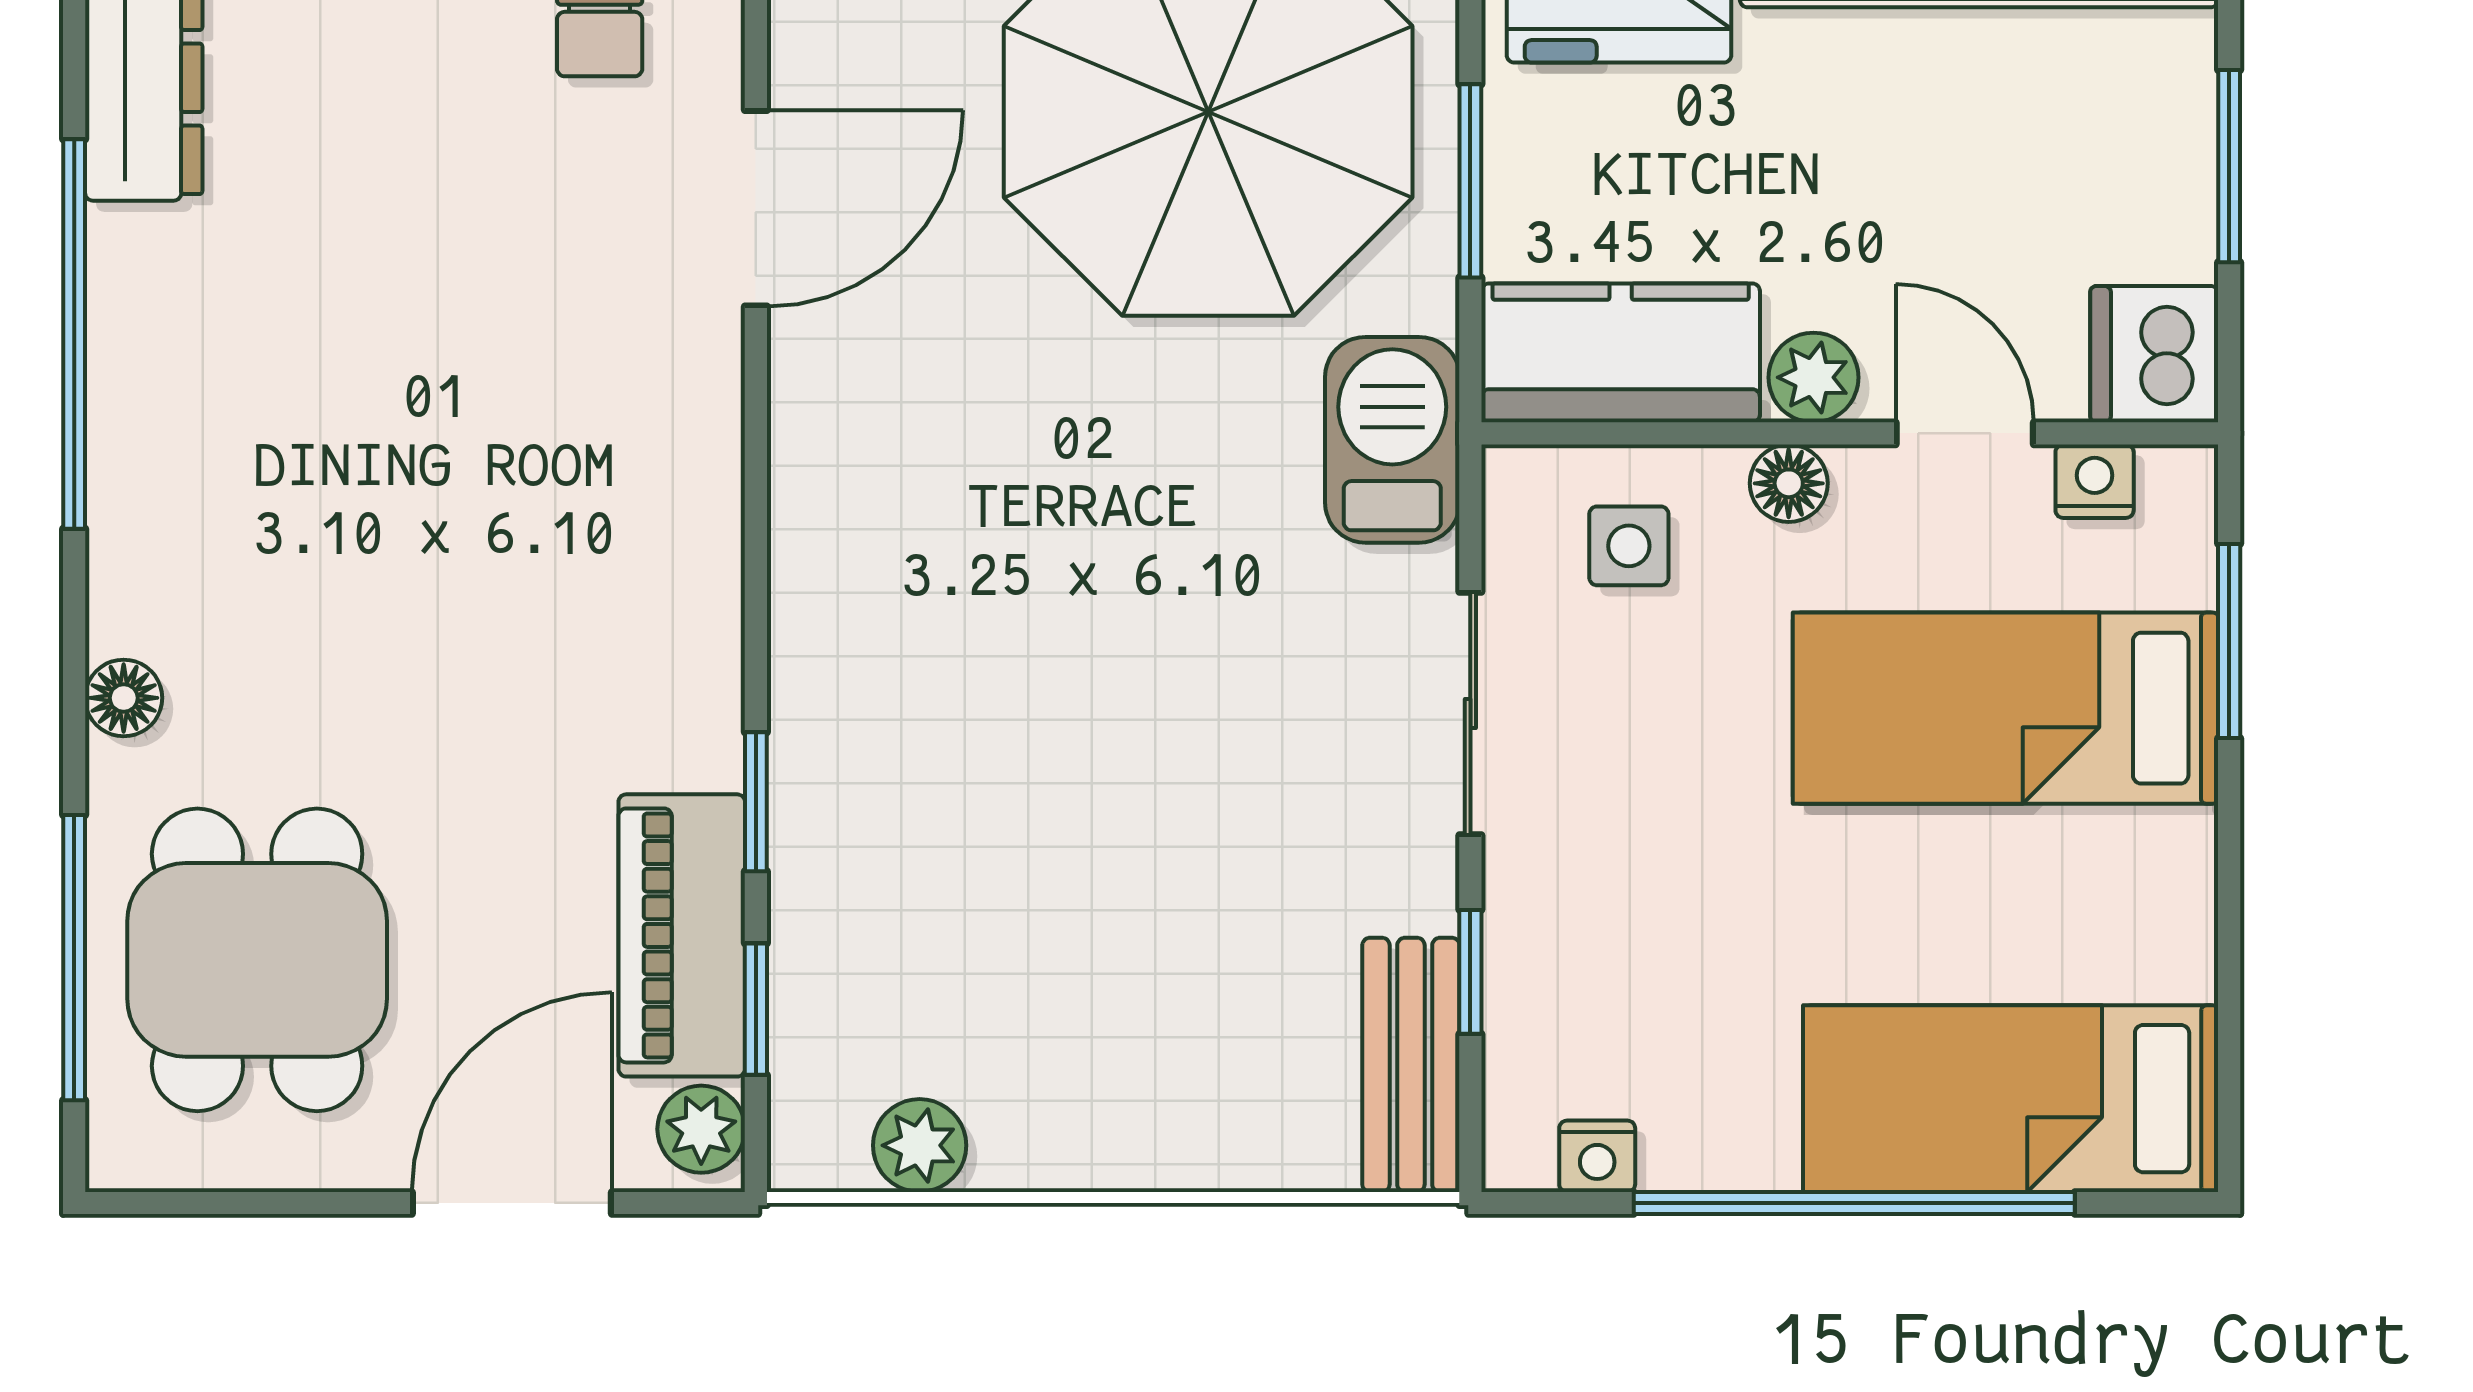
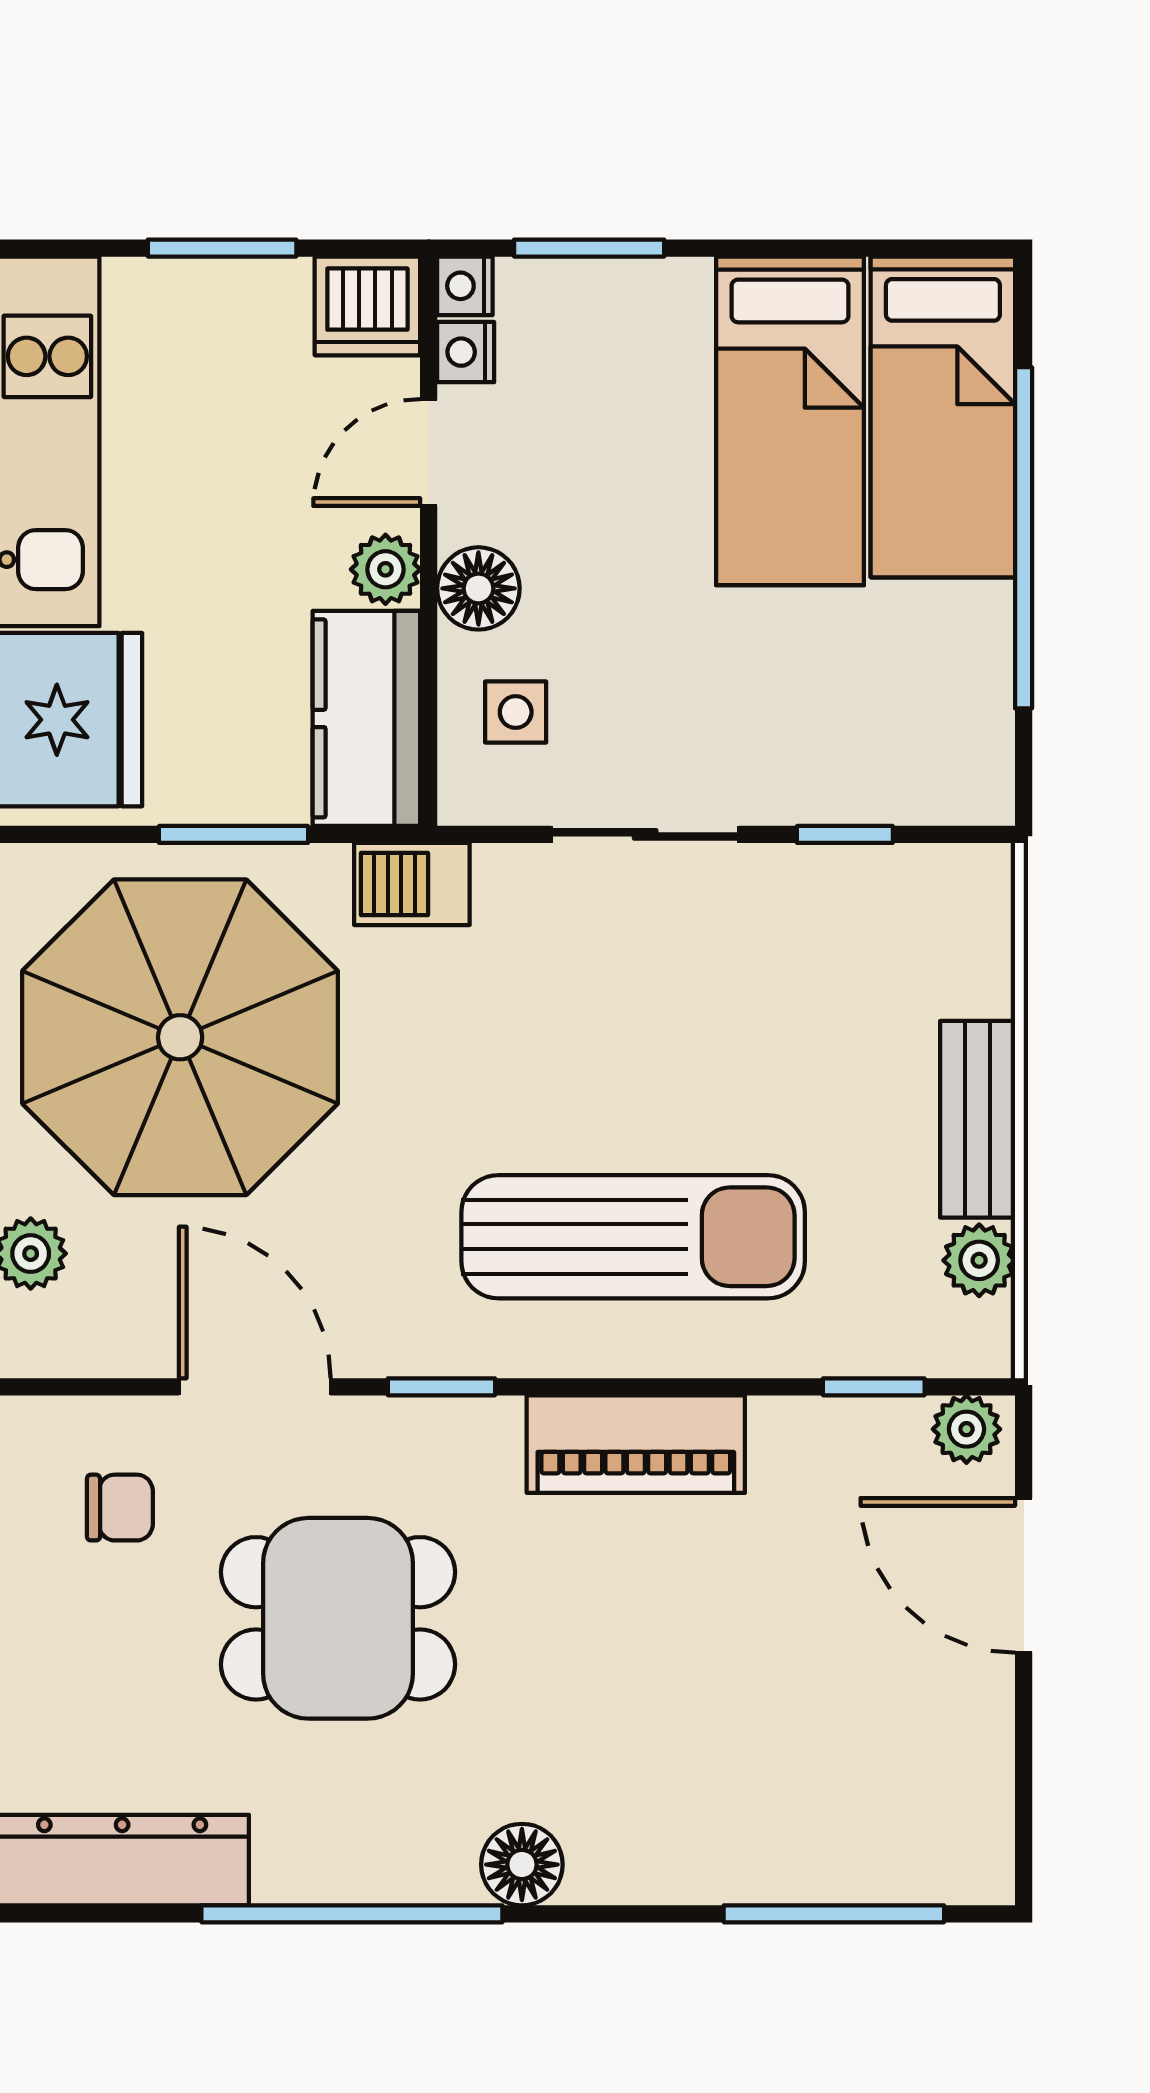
barbecue: (1392, 440) -> (412, 884), width x0.73, depth x0.79
floor lamp: (1789, 483) -> (478, 588), width x1.37, depth x1.37
floor lamp: (124, 698) -> (522, 1865), moved, width x1.37, depth x1.37
sun lounger: (950, 698) -> (633, 1237), added
bed: (2006, 708) -> (790, 421), moved
window: (756, 802) -> (441, 1387), moved
piano: (682, 935) -> (636, 1444), moved
dining table: (257, 960) -> (338, 1618), moved
bench: (1411, 1065) -> (978, 1119), moved, turned 90
nightstand: (1597, 1156) -> (465, 286), moved, turned 180

